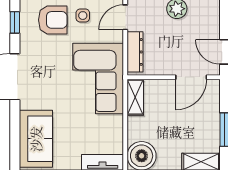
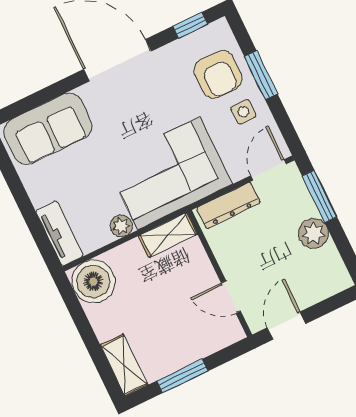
door: (125, 17) -> (269, 170), hinge flipped
door: (191, 77) -> (231, 297), width x0.73
plant: (116, 123) -> (121, 226), added

